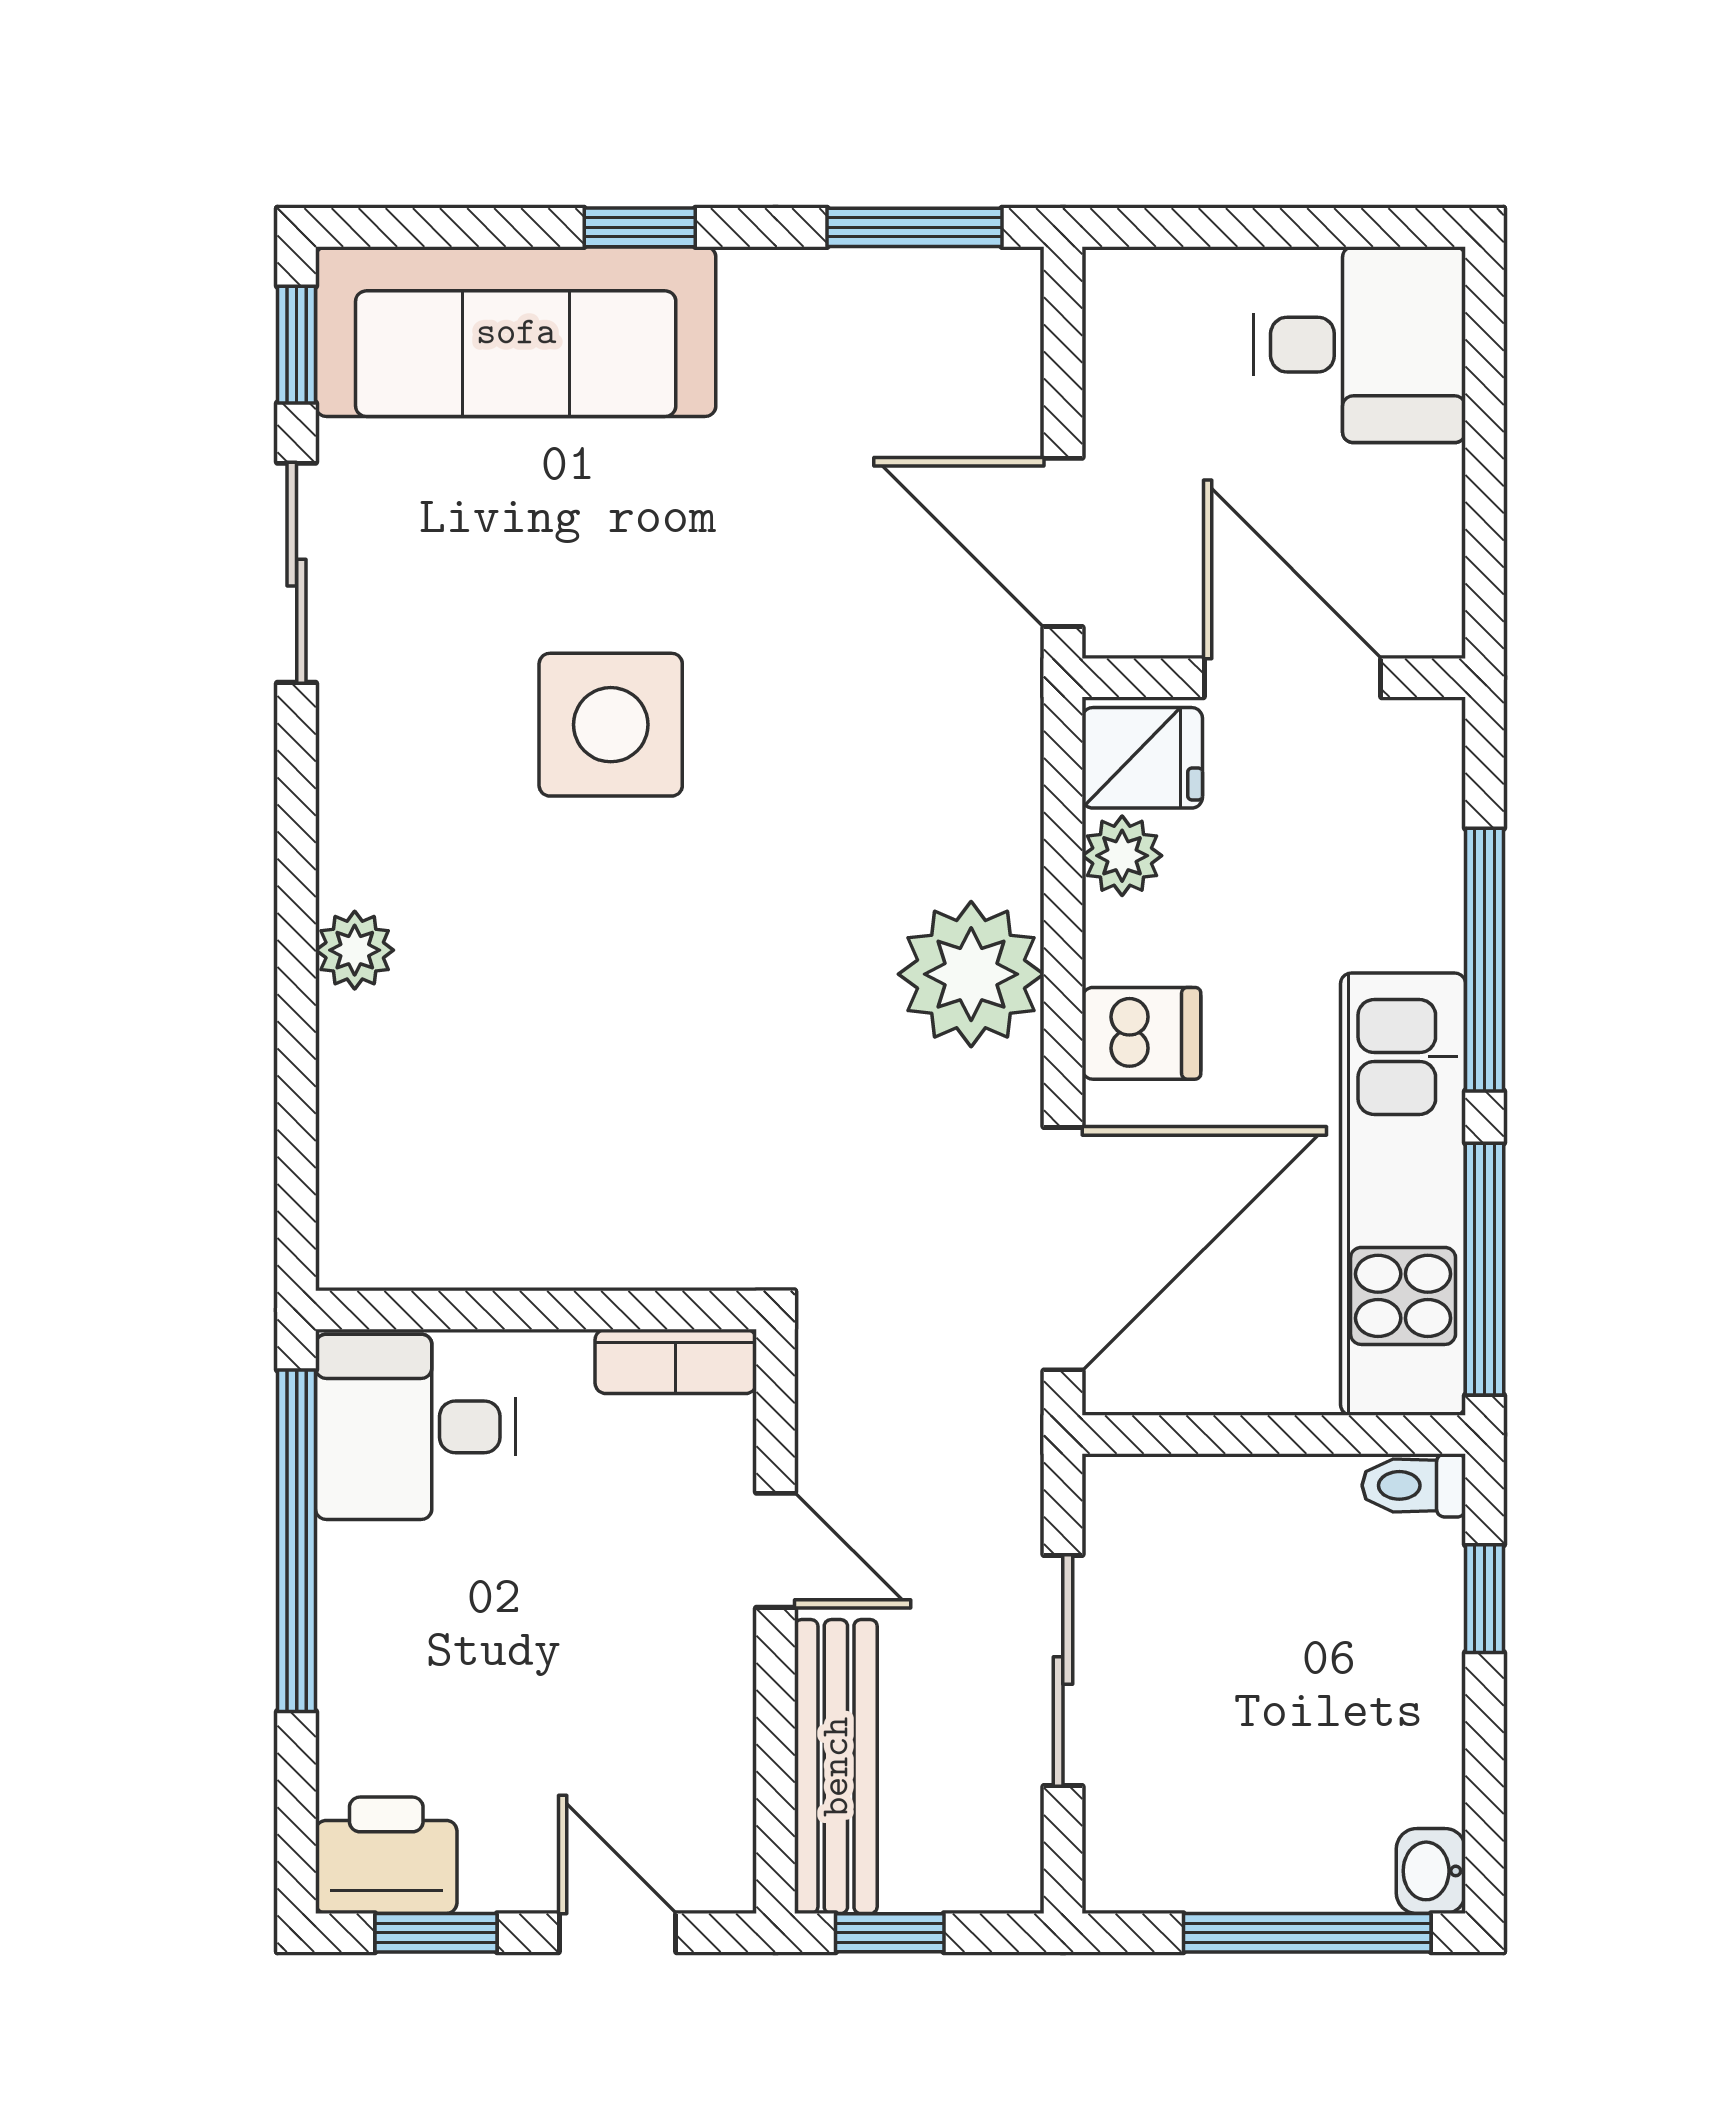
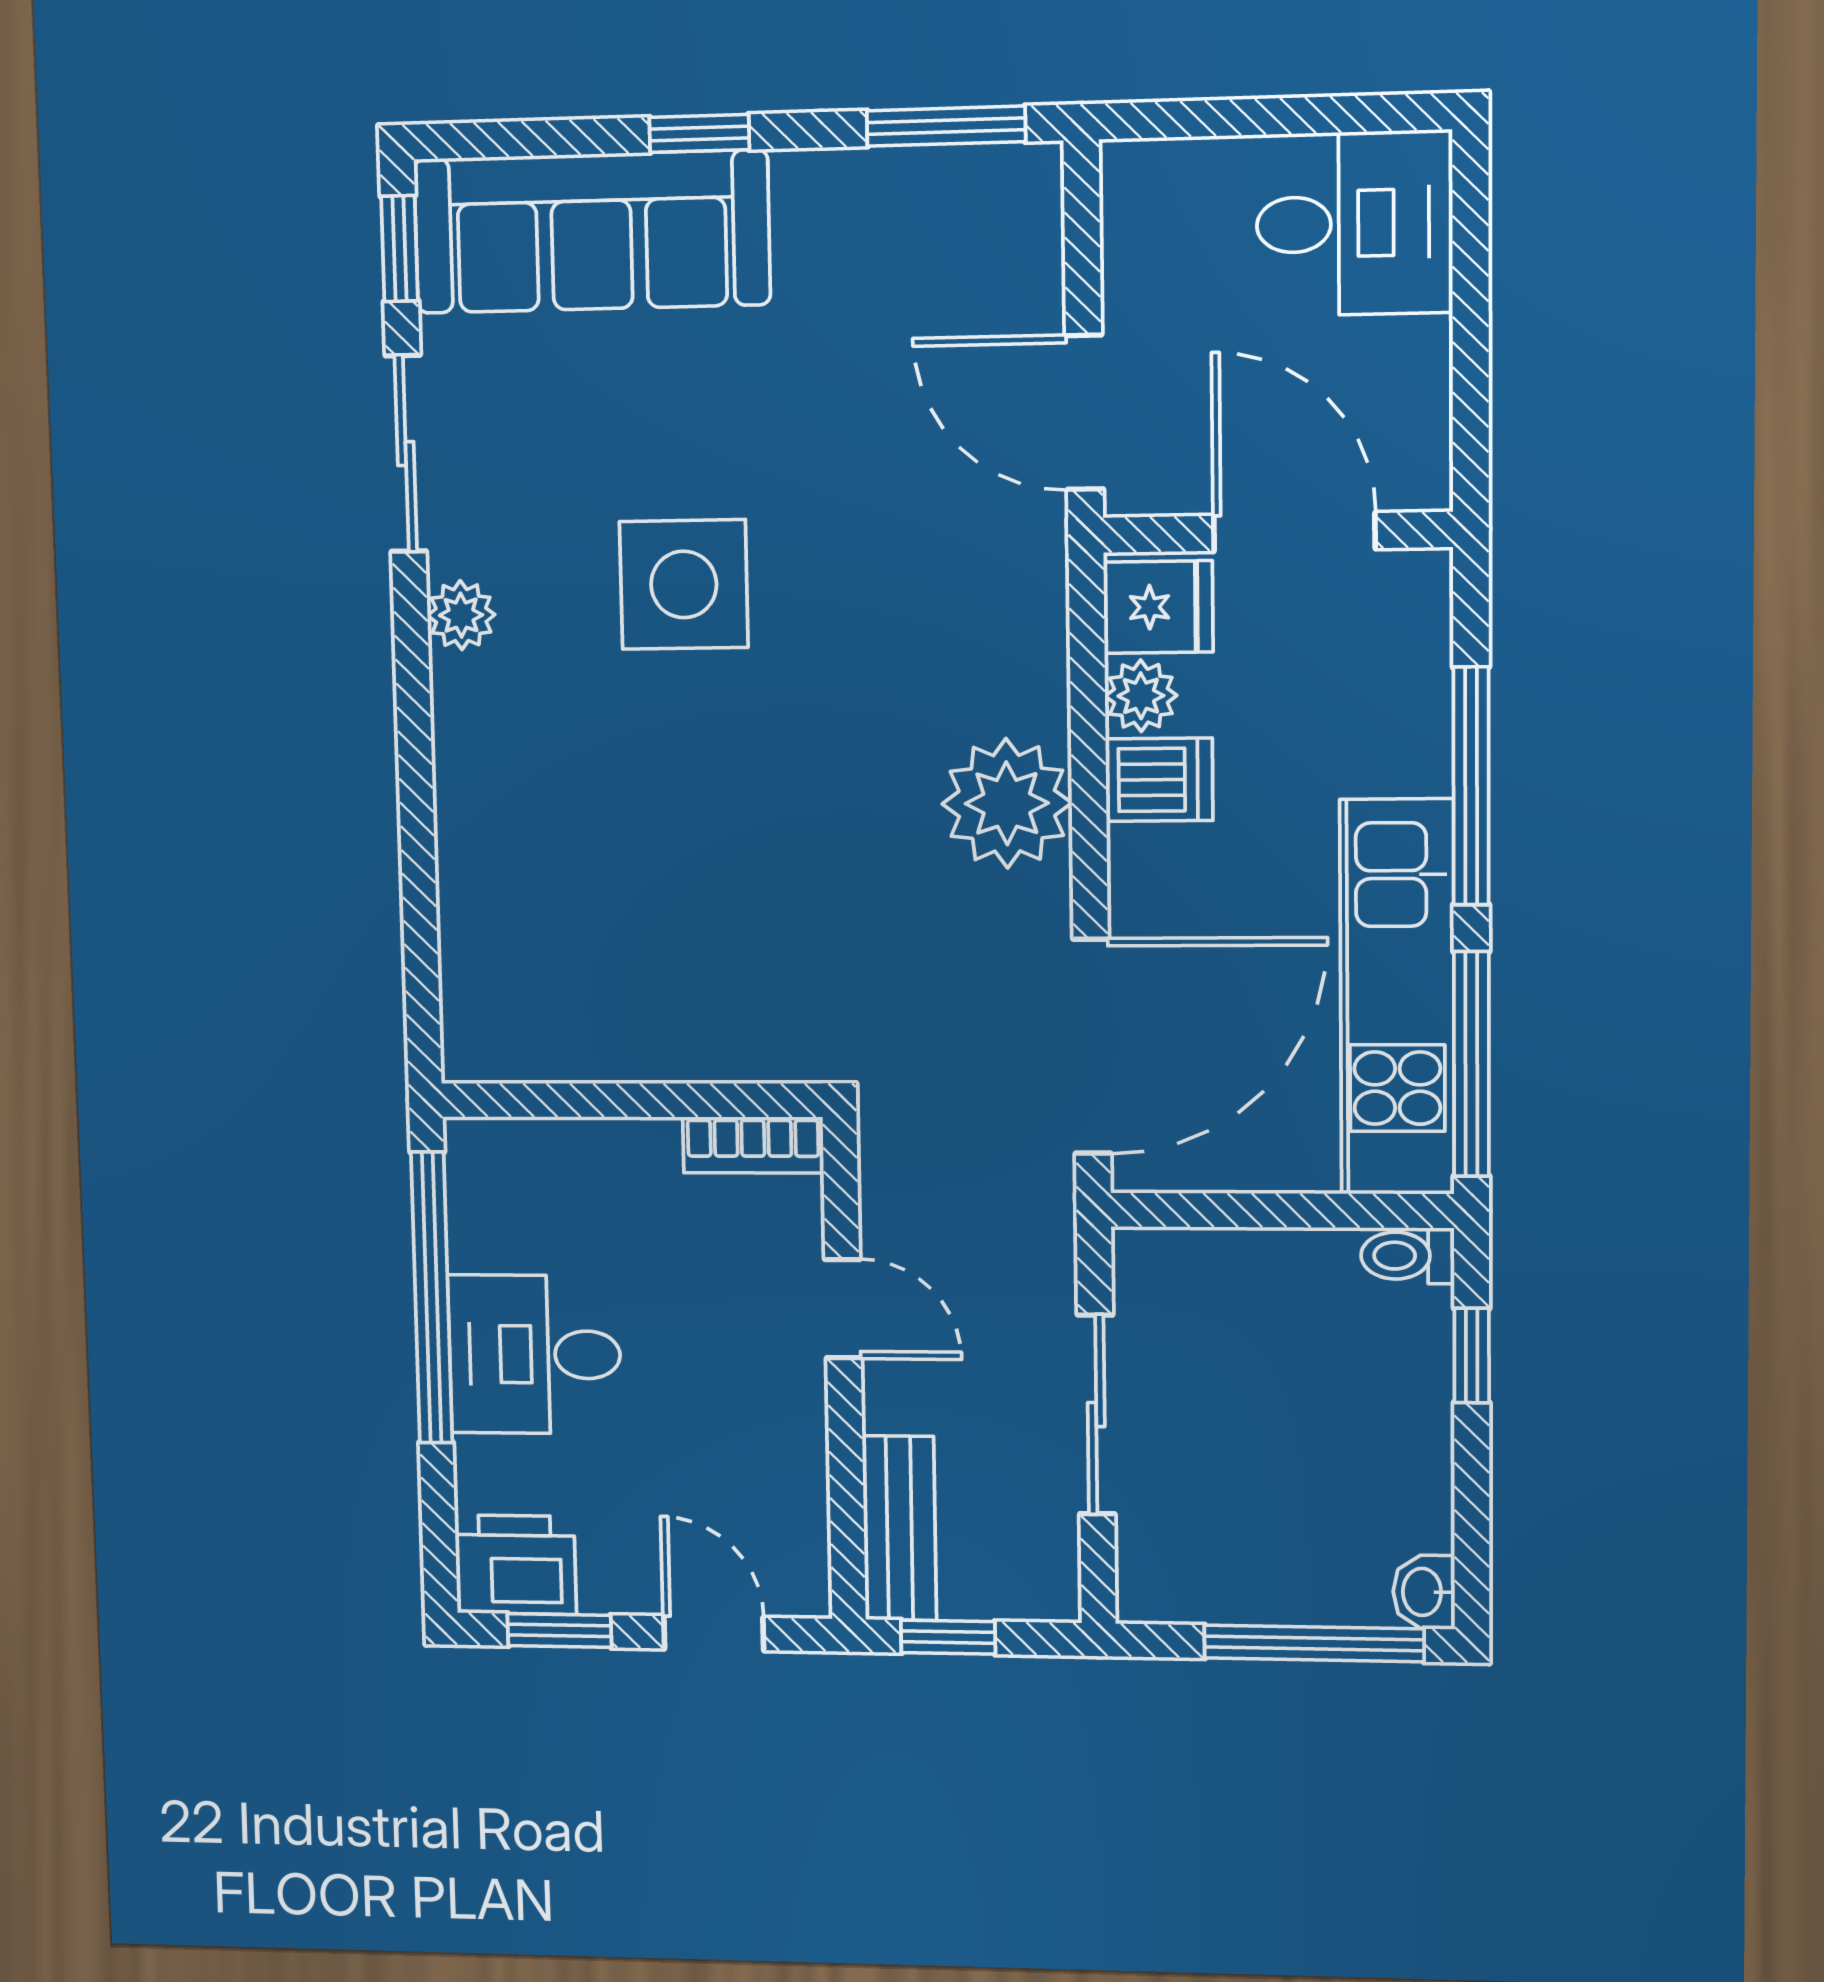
plant: (355, 950) -> (461, 615), moved
dishwasher: (1141, 1033) -> (1159, 780), moved
desk: (416, 1427) -> (535, 1354), moved
bench: (836, 1767) -> (899, 1528), width x0.73

